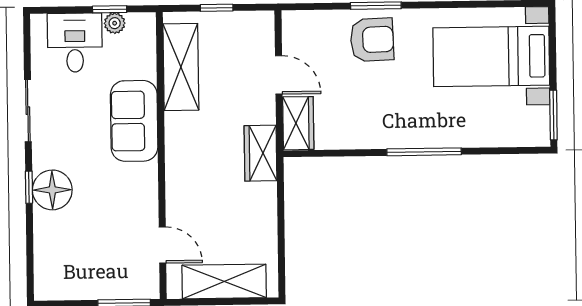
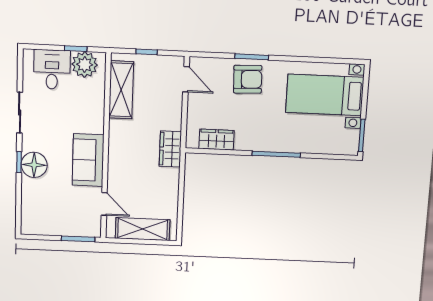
plant: (115, 23) -> (85, 65), width x1.87, depth x1.87
door: (279, 75) -> (186, 79), moved
sofa: (134, 121) -> (88, 160), moved
wardrobe: (298, 123) -> (217, 140), moved, turned -90

